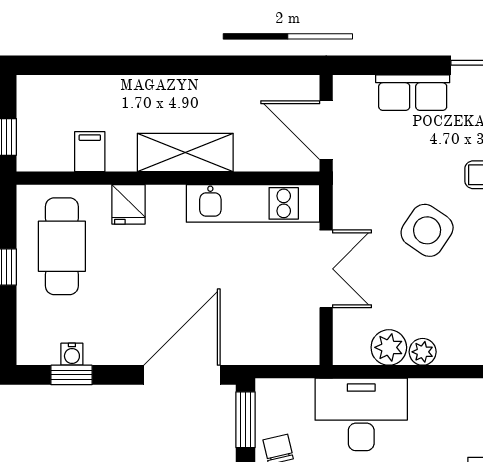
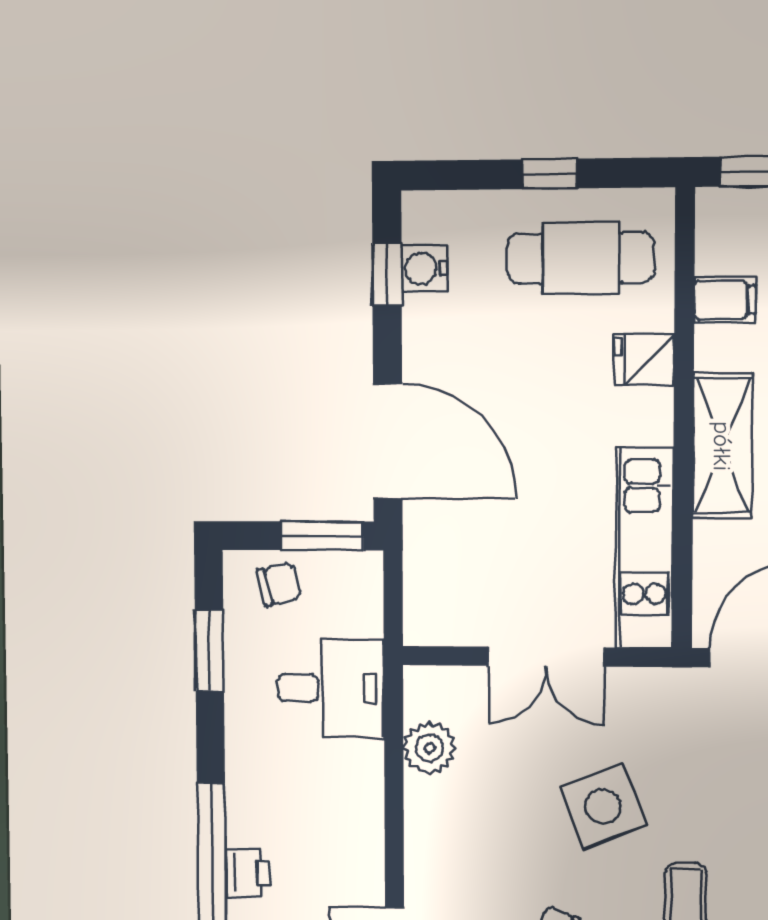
side table: (427, 230) -> (603, 806), turned 34
plant: (423, 352) -> (423, 797), removed
water cooler: (72, 354) -> (424, 268), width x1.38, depth x1.38
desk: (361, 414) -> (331, 688), width x0.73

